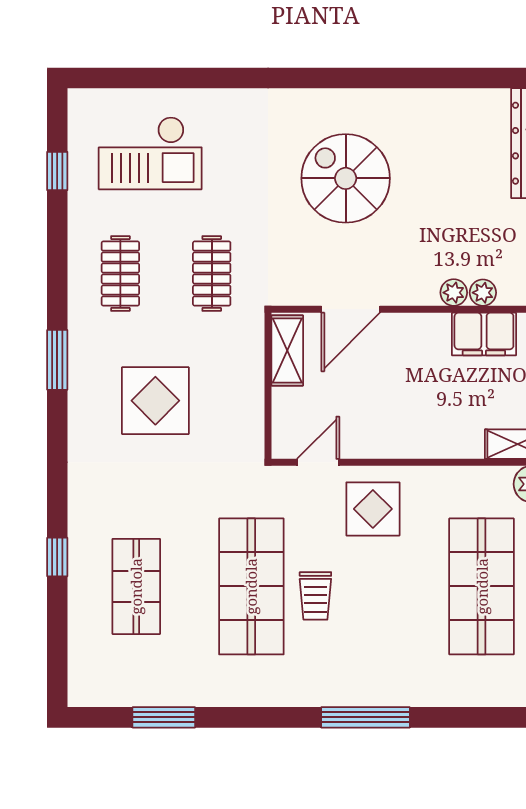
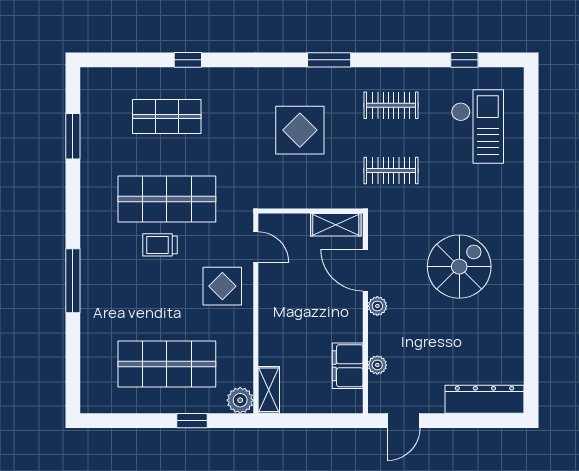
checkout: (150, 153) -> (477, 127), turned 180
plant: (454, 293) -> (377, 306), moved

